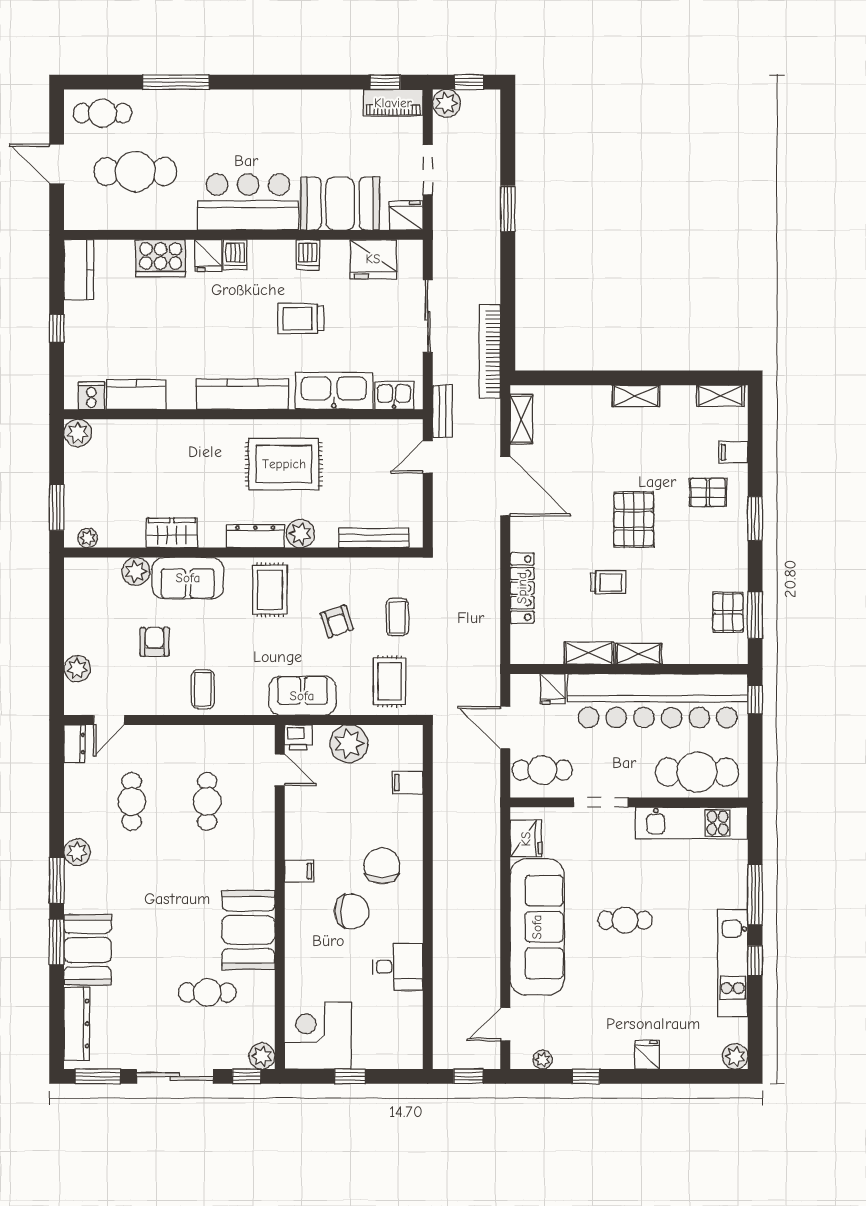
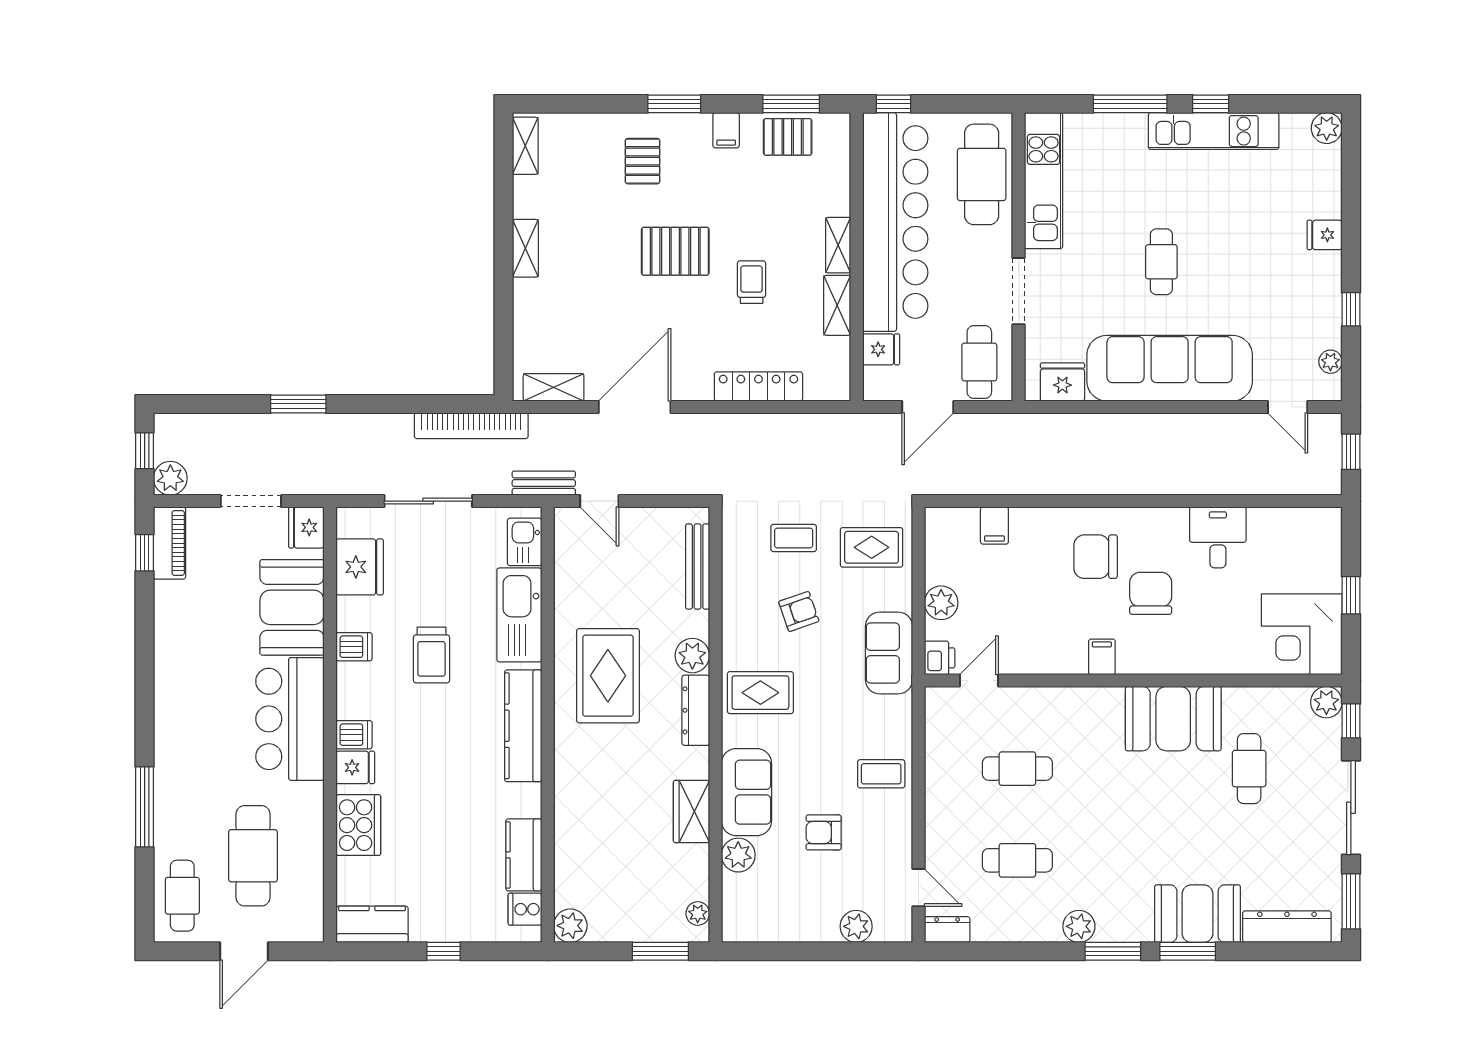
filing cabinet: (733, 452) -> (726, 130), moved
plant: (349, 744) -> (941, 603), width x0.73, depth x0.73

